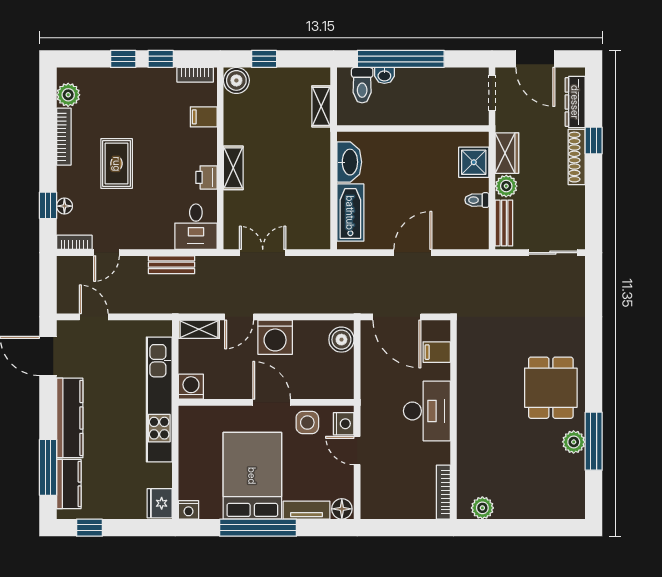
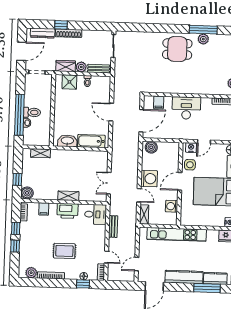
toilet: (362, 85) -> (32, 112), moved
printer: (206, 177) -> (68, 211), width x1.87, depth x1.48
washing machine: (191, 387) -> (172, 206), moved

